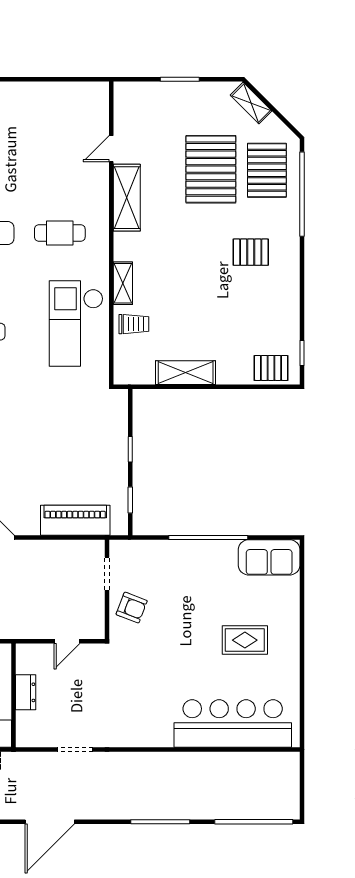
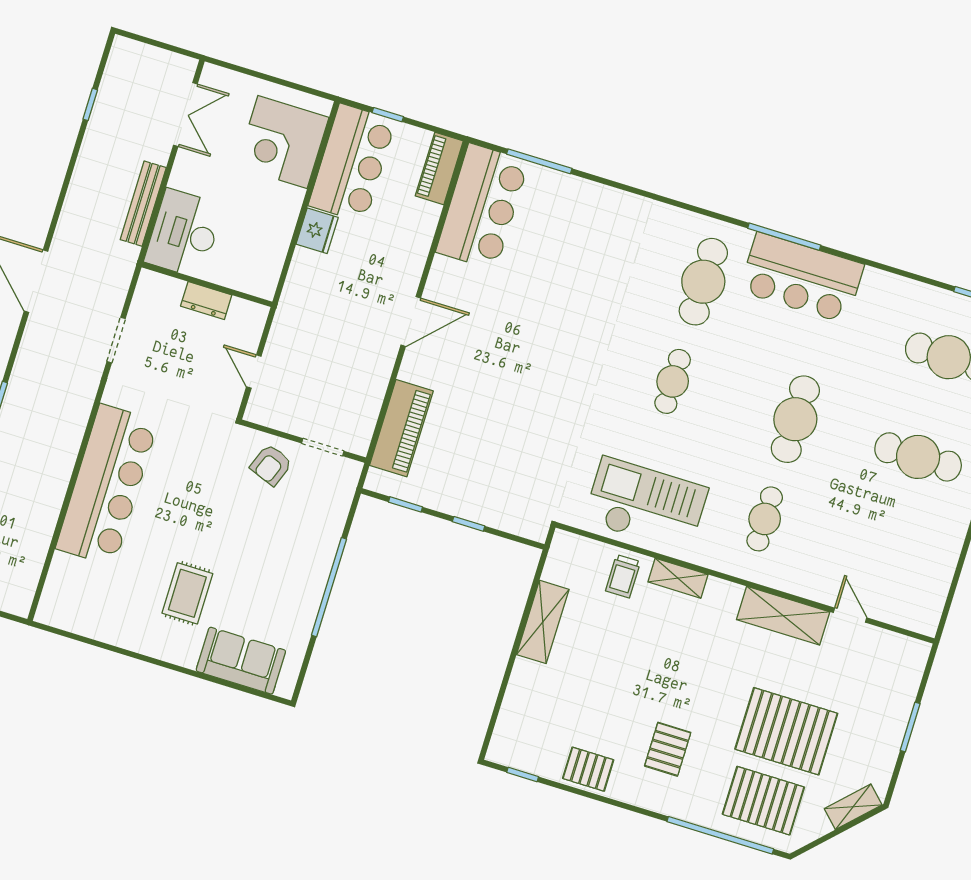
pallet: (271, 368) -> (588, 769), moved, turned 90
sofa: (269, 557) -> (241, 661), moved, turned 90
bar counter: (233, 724) -> (107, 485), moved

